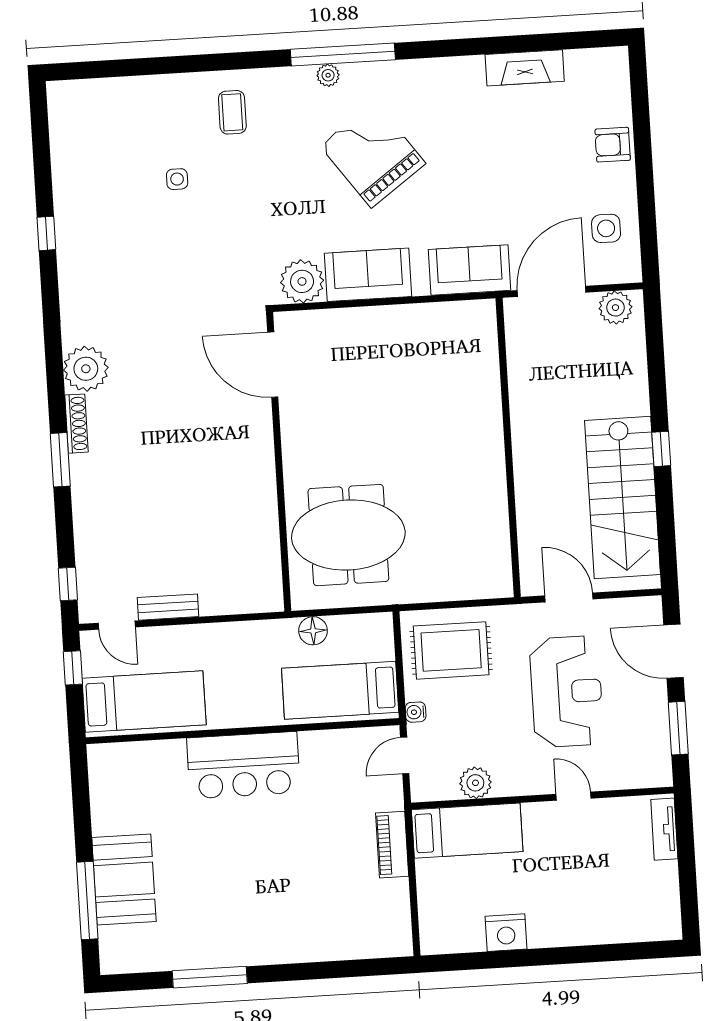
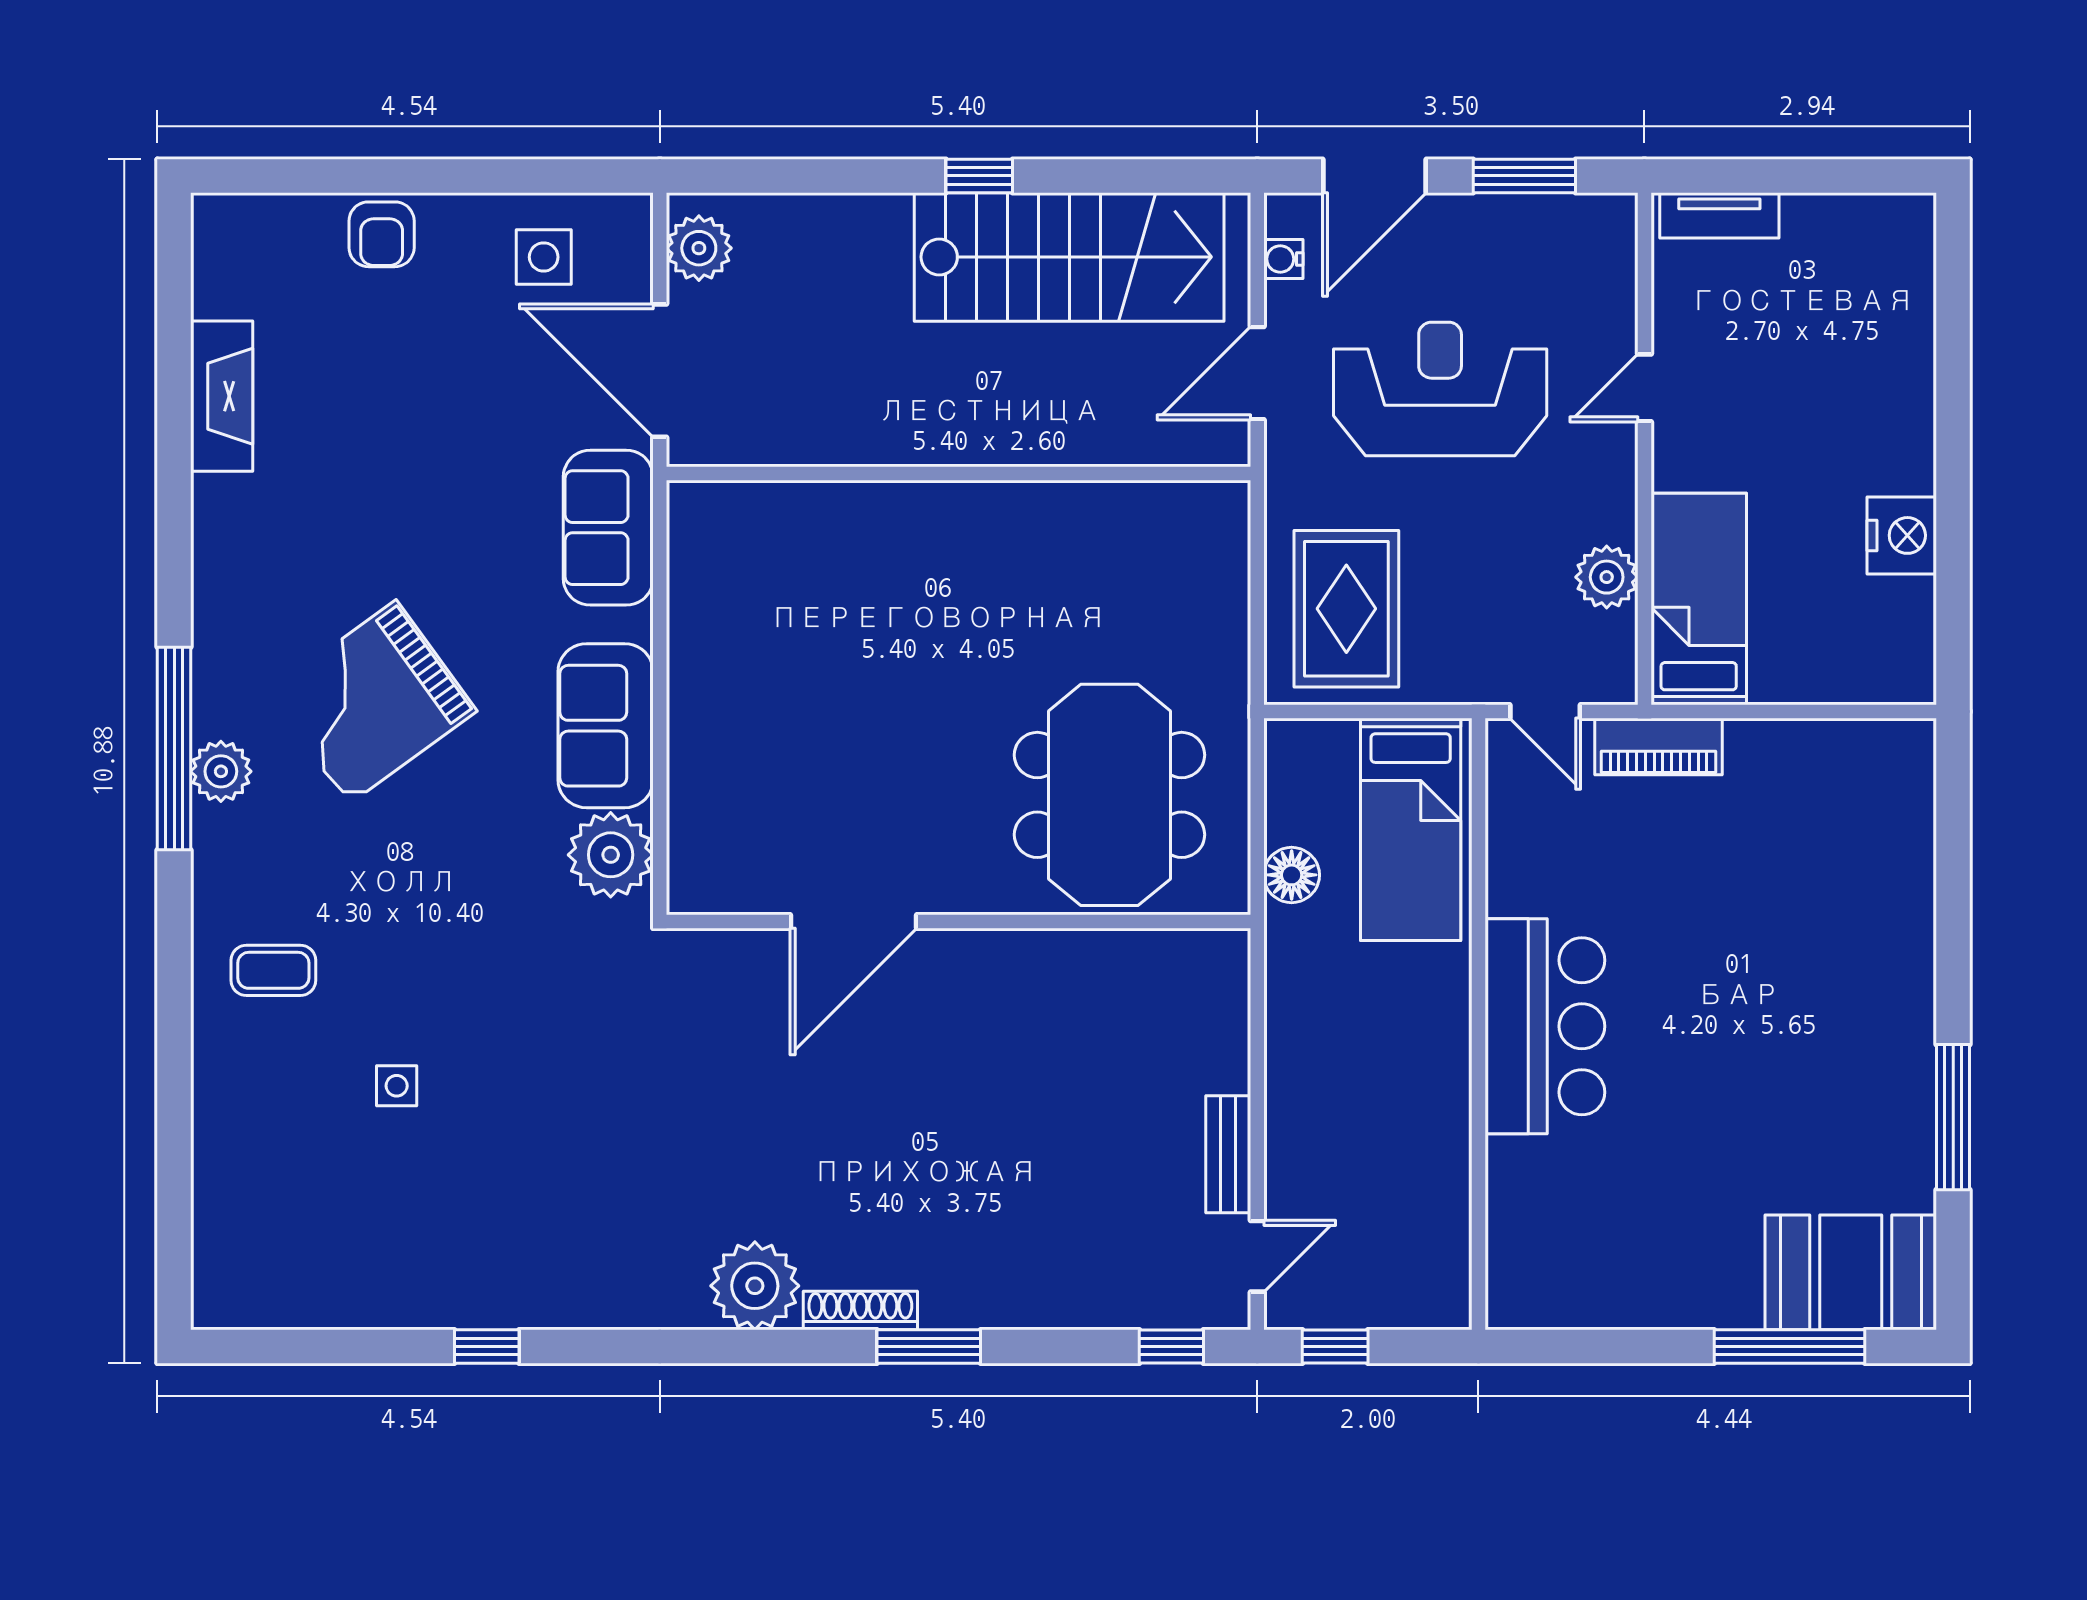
plant: (328, 75) -> (221, 771), width x1.38, depth x1.38
door: (273, 365) -> (854, 922), moved
bed: (144, 701) -> (1409, 1212), removed
water cooler: (416, 712) -> (1283, 259), moved, turned 90
piano: (392, 845) -> (1659, 746), moved
booth: (124, 880) -> (1851, 1272), moved

